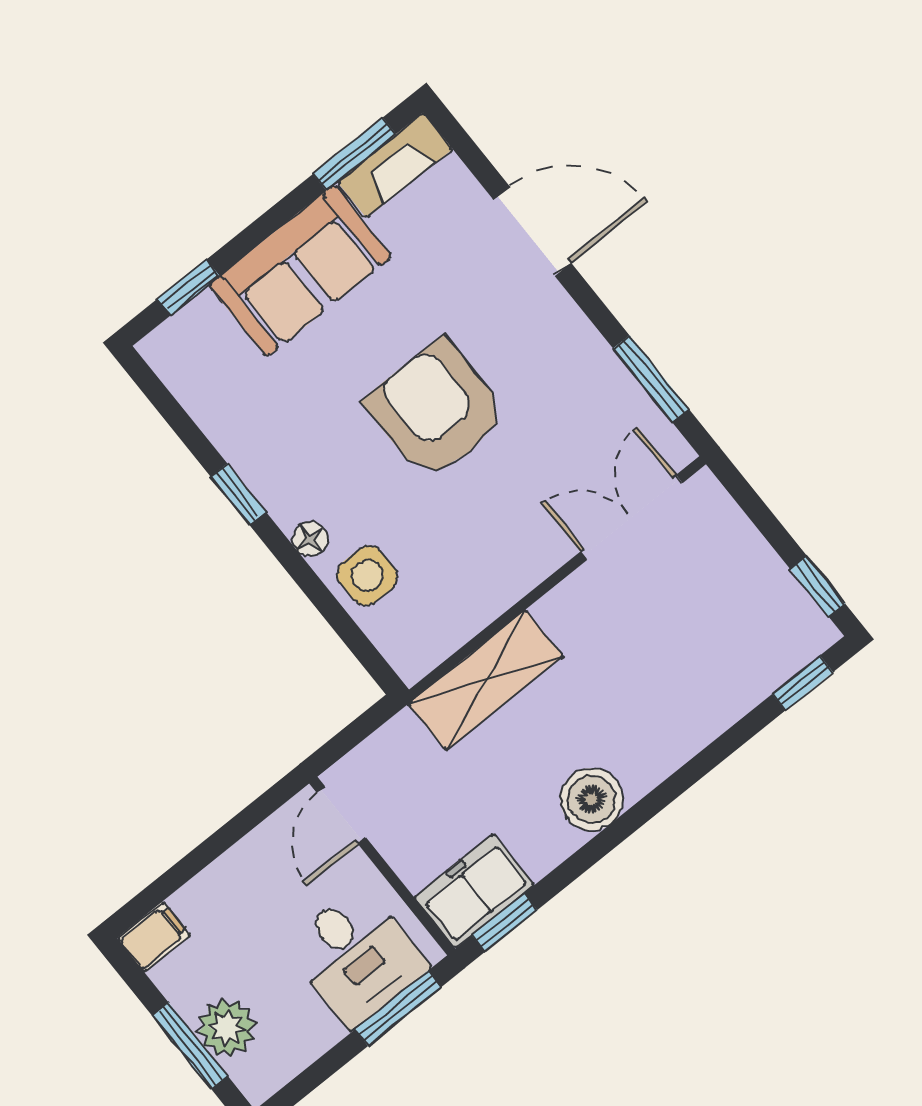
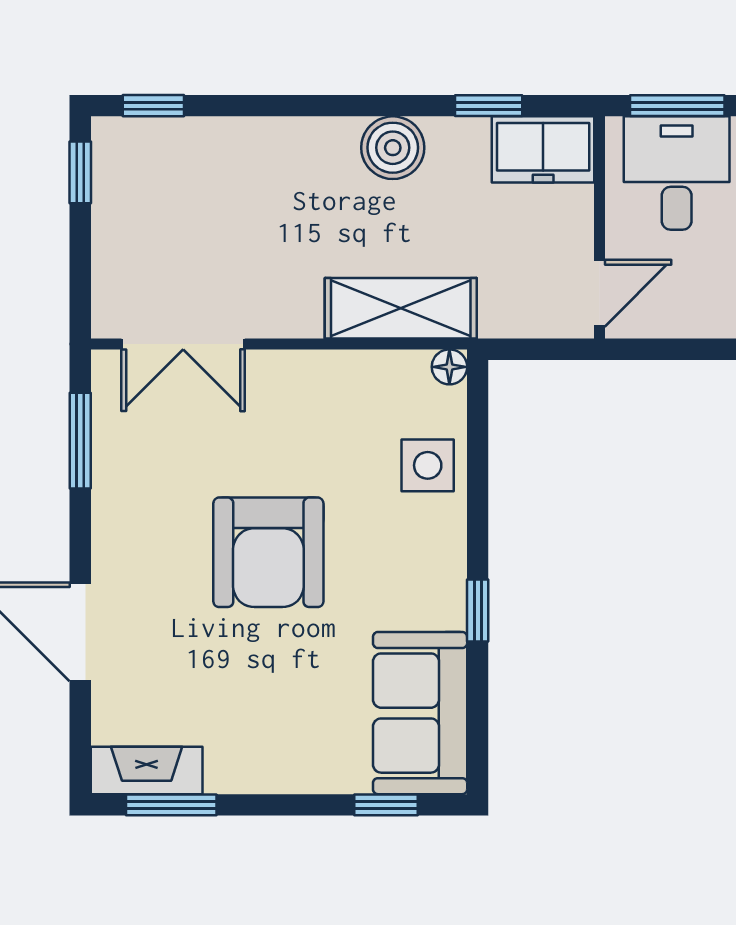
sofa: (300, 271) -> (420, 713), moved, turned -90
floor lamp: (310, 539) -> (449, 367), moved
window: (505, 923) -> (489, 106), moved

